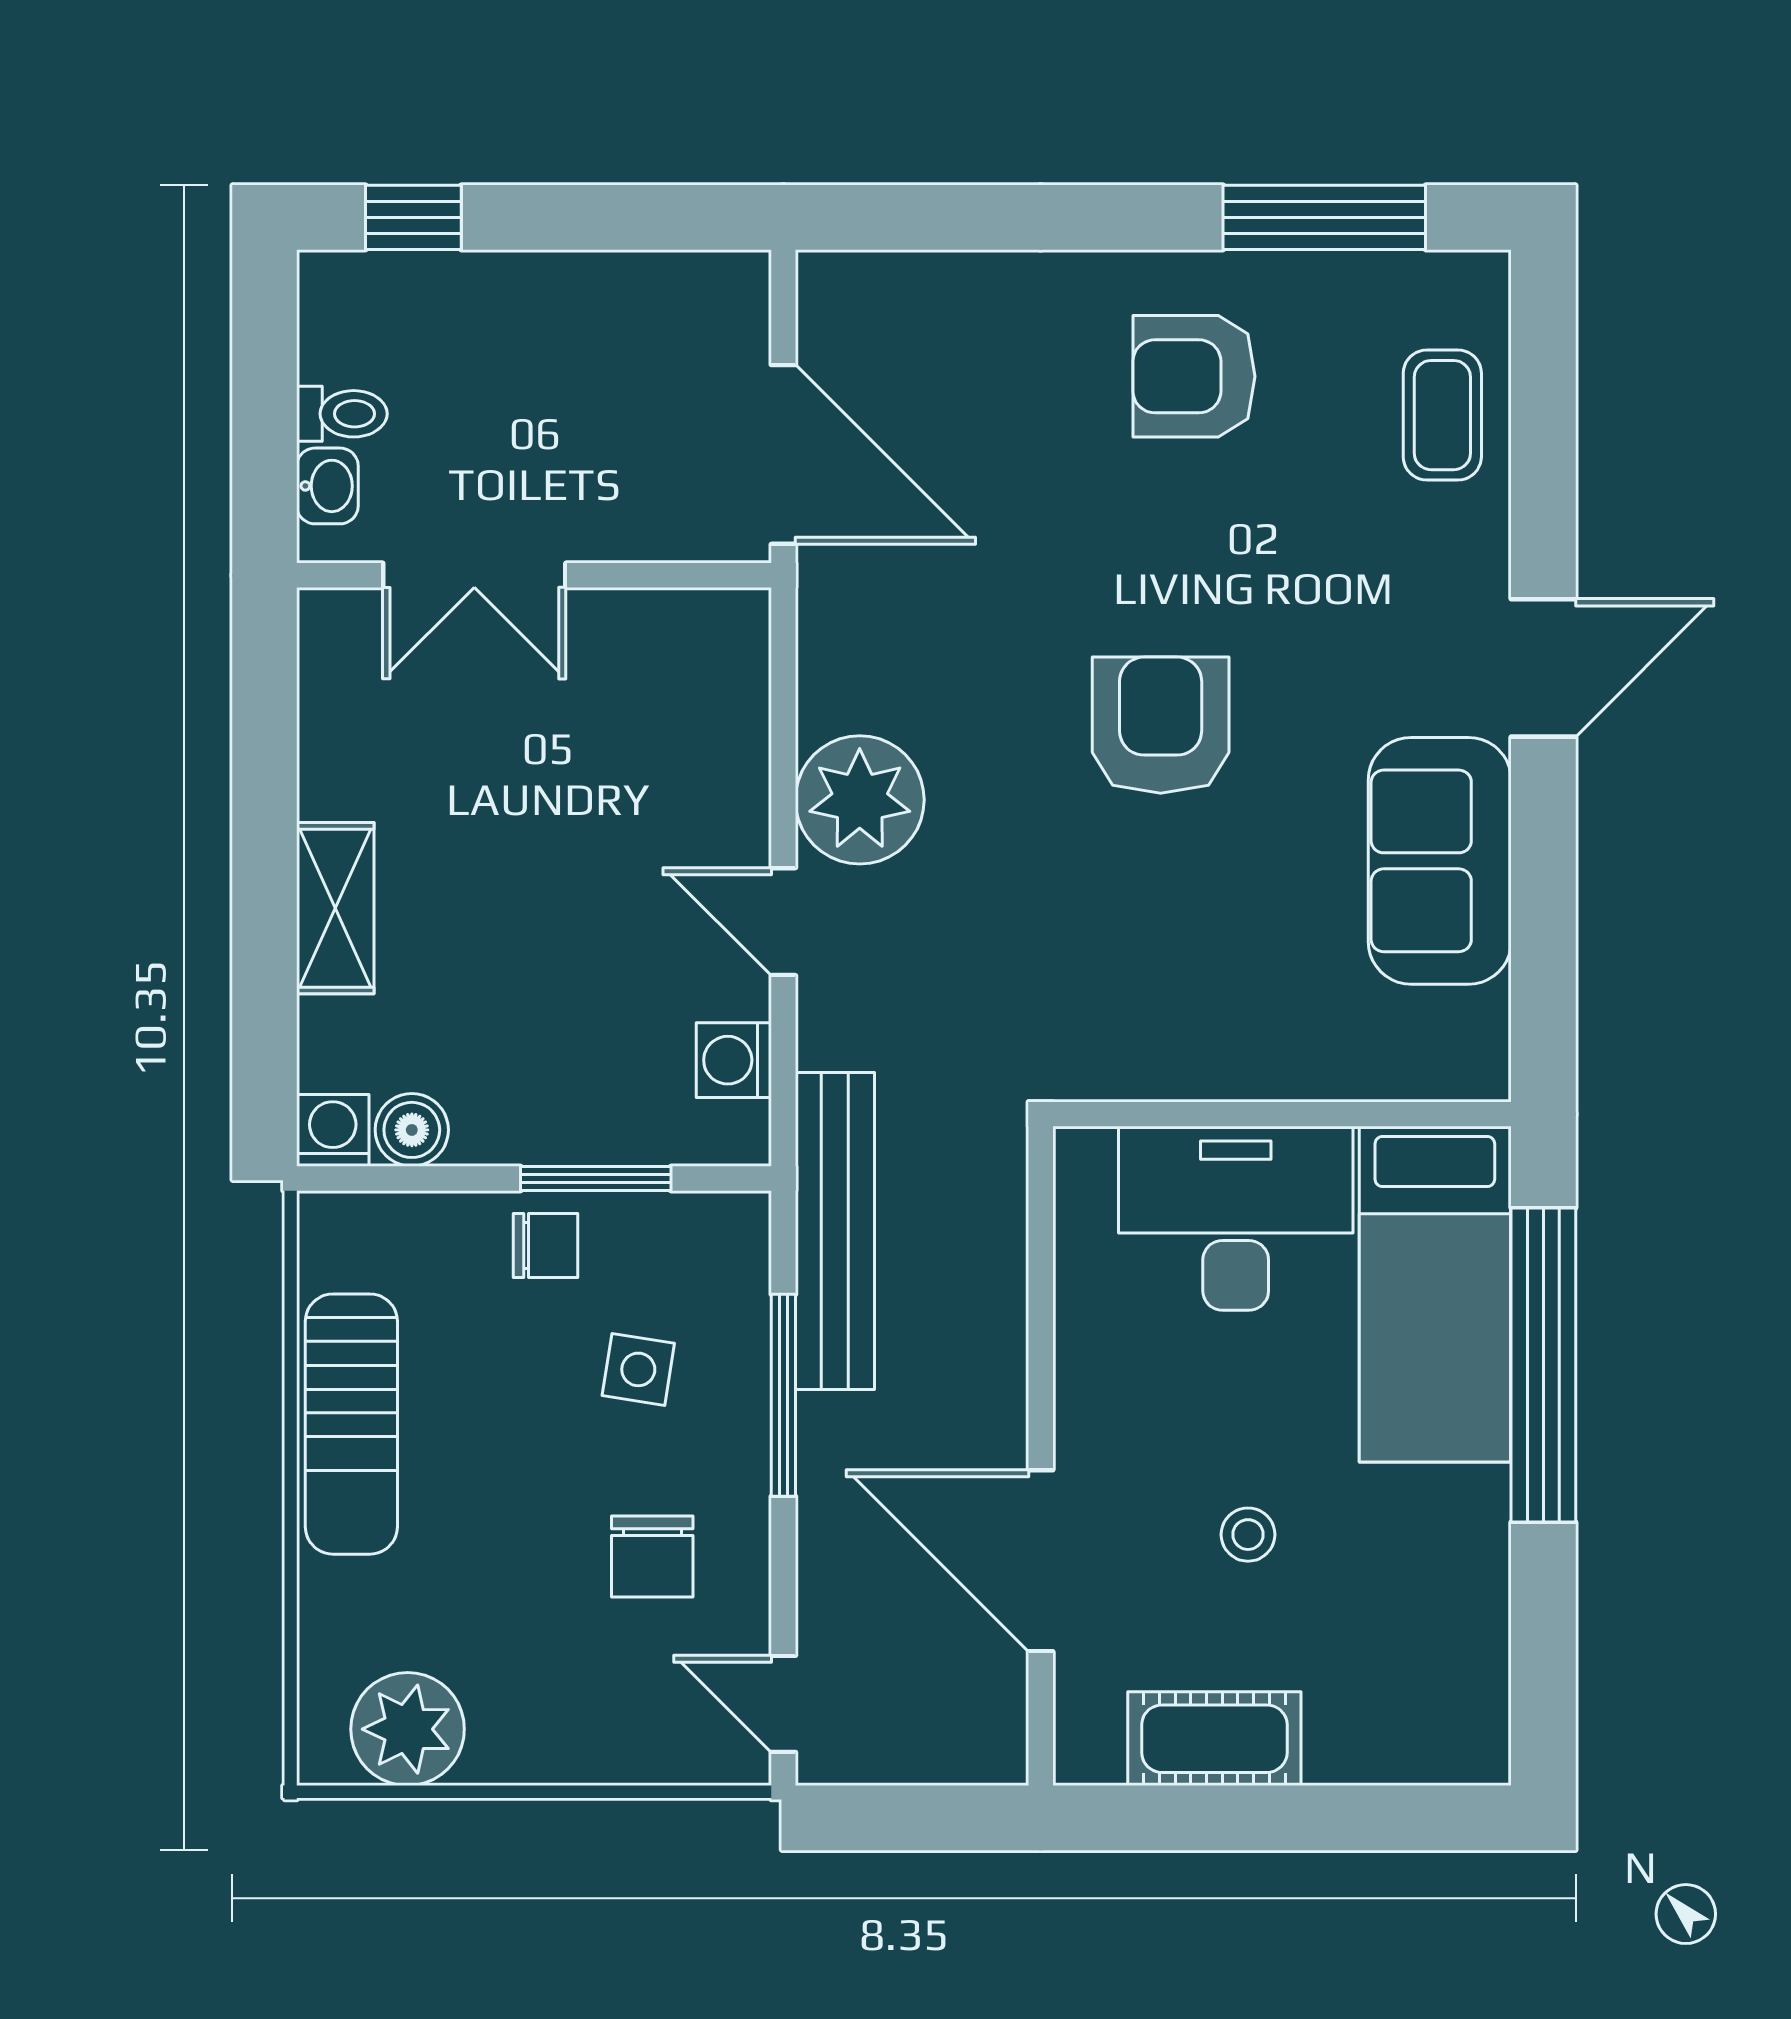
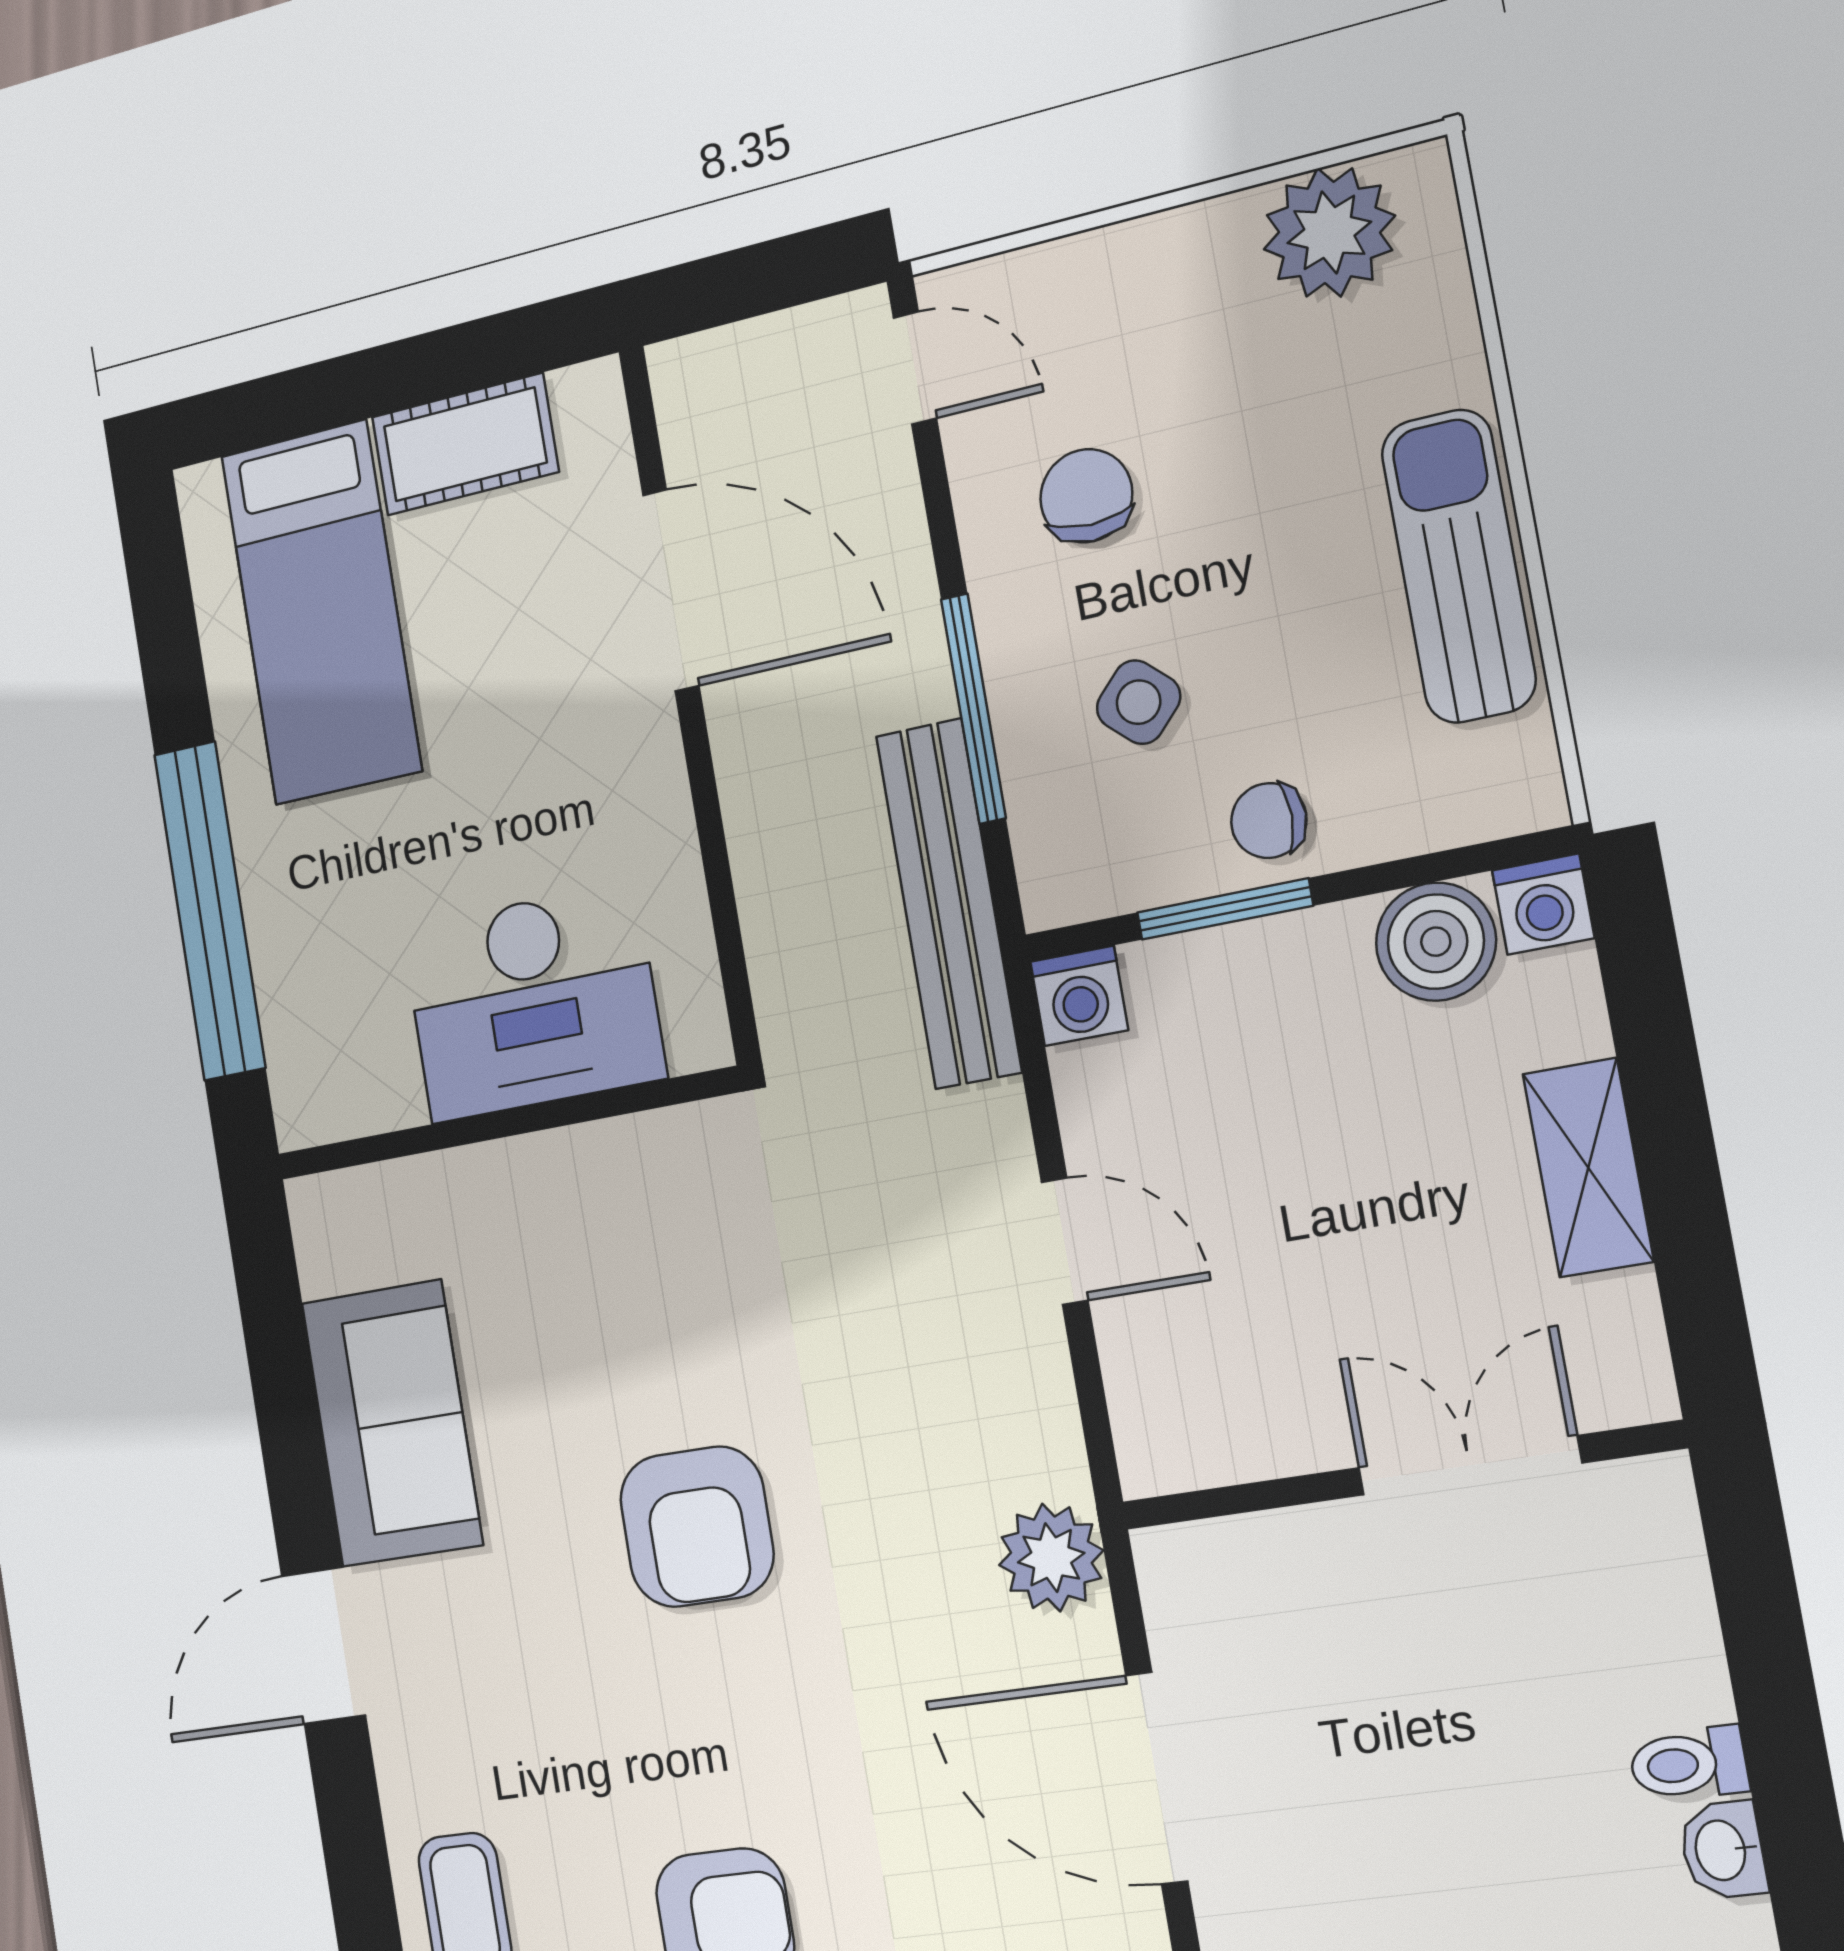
washbasin: (327, 486) -> (1723, 1850), moved
double door: (474, 575) -> (1469, 1465), moved
wall: (534, 575) -> (1399, 1476), moved
plant: (860, 800) -> (1051, 1558), moved, width x0.73, depth x0.73
washing machine: (734, 1060) -> (1079, 996), moved, turned 90
boiler: (412, 1130) -> (1436, 942), width x1.36, depth x1.36
bed: (1435, 1294) -> (321, 612), moved, turned 180
side table: (638, 1369) -> (1139, 702), turned 34
stool: (1248, 1535) -> (466, 668), removed

